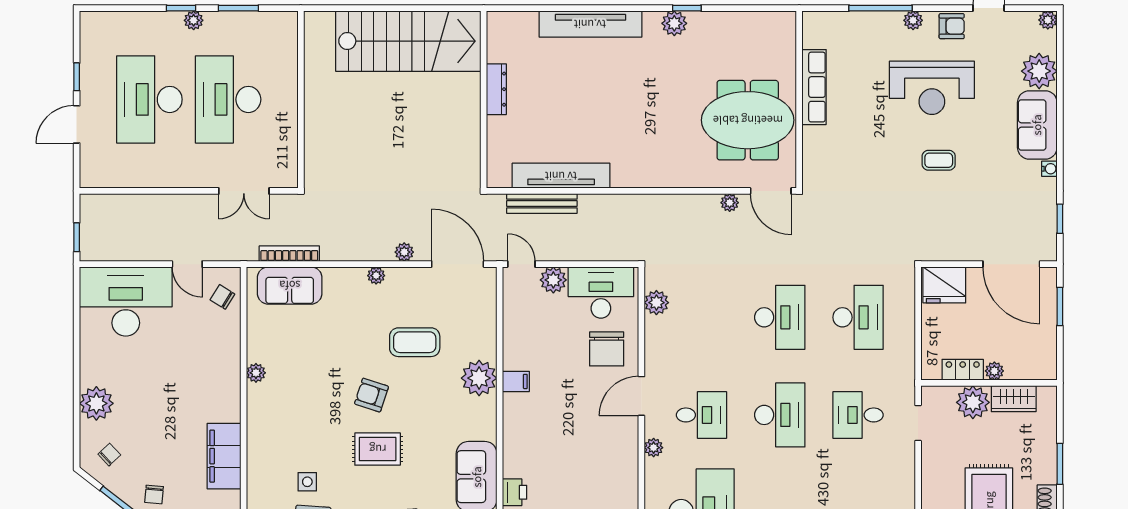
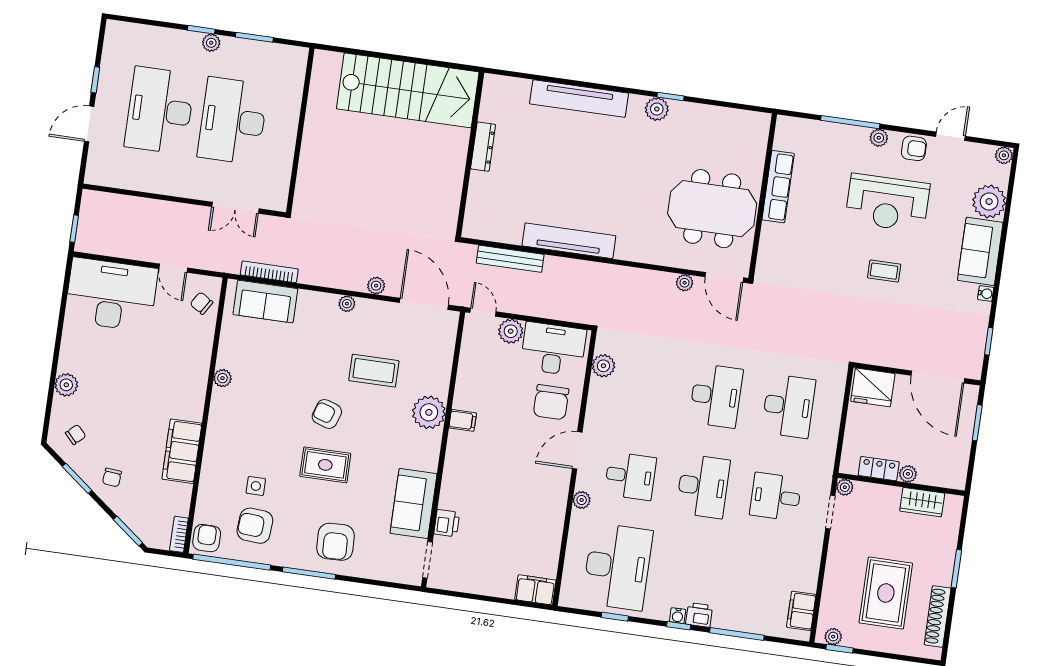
tv unit: (561, 176) -> (569, 241), moved
plant: (973, 402) -> (845, 487), moved, width x0.53, depth x0.53
plant: (96, 403) -> (66, 385), width x0.73, depth x0.73

